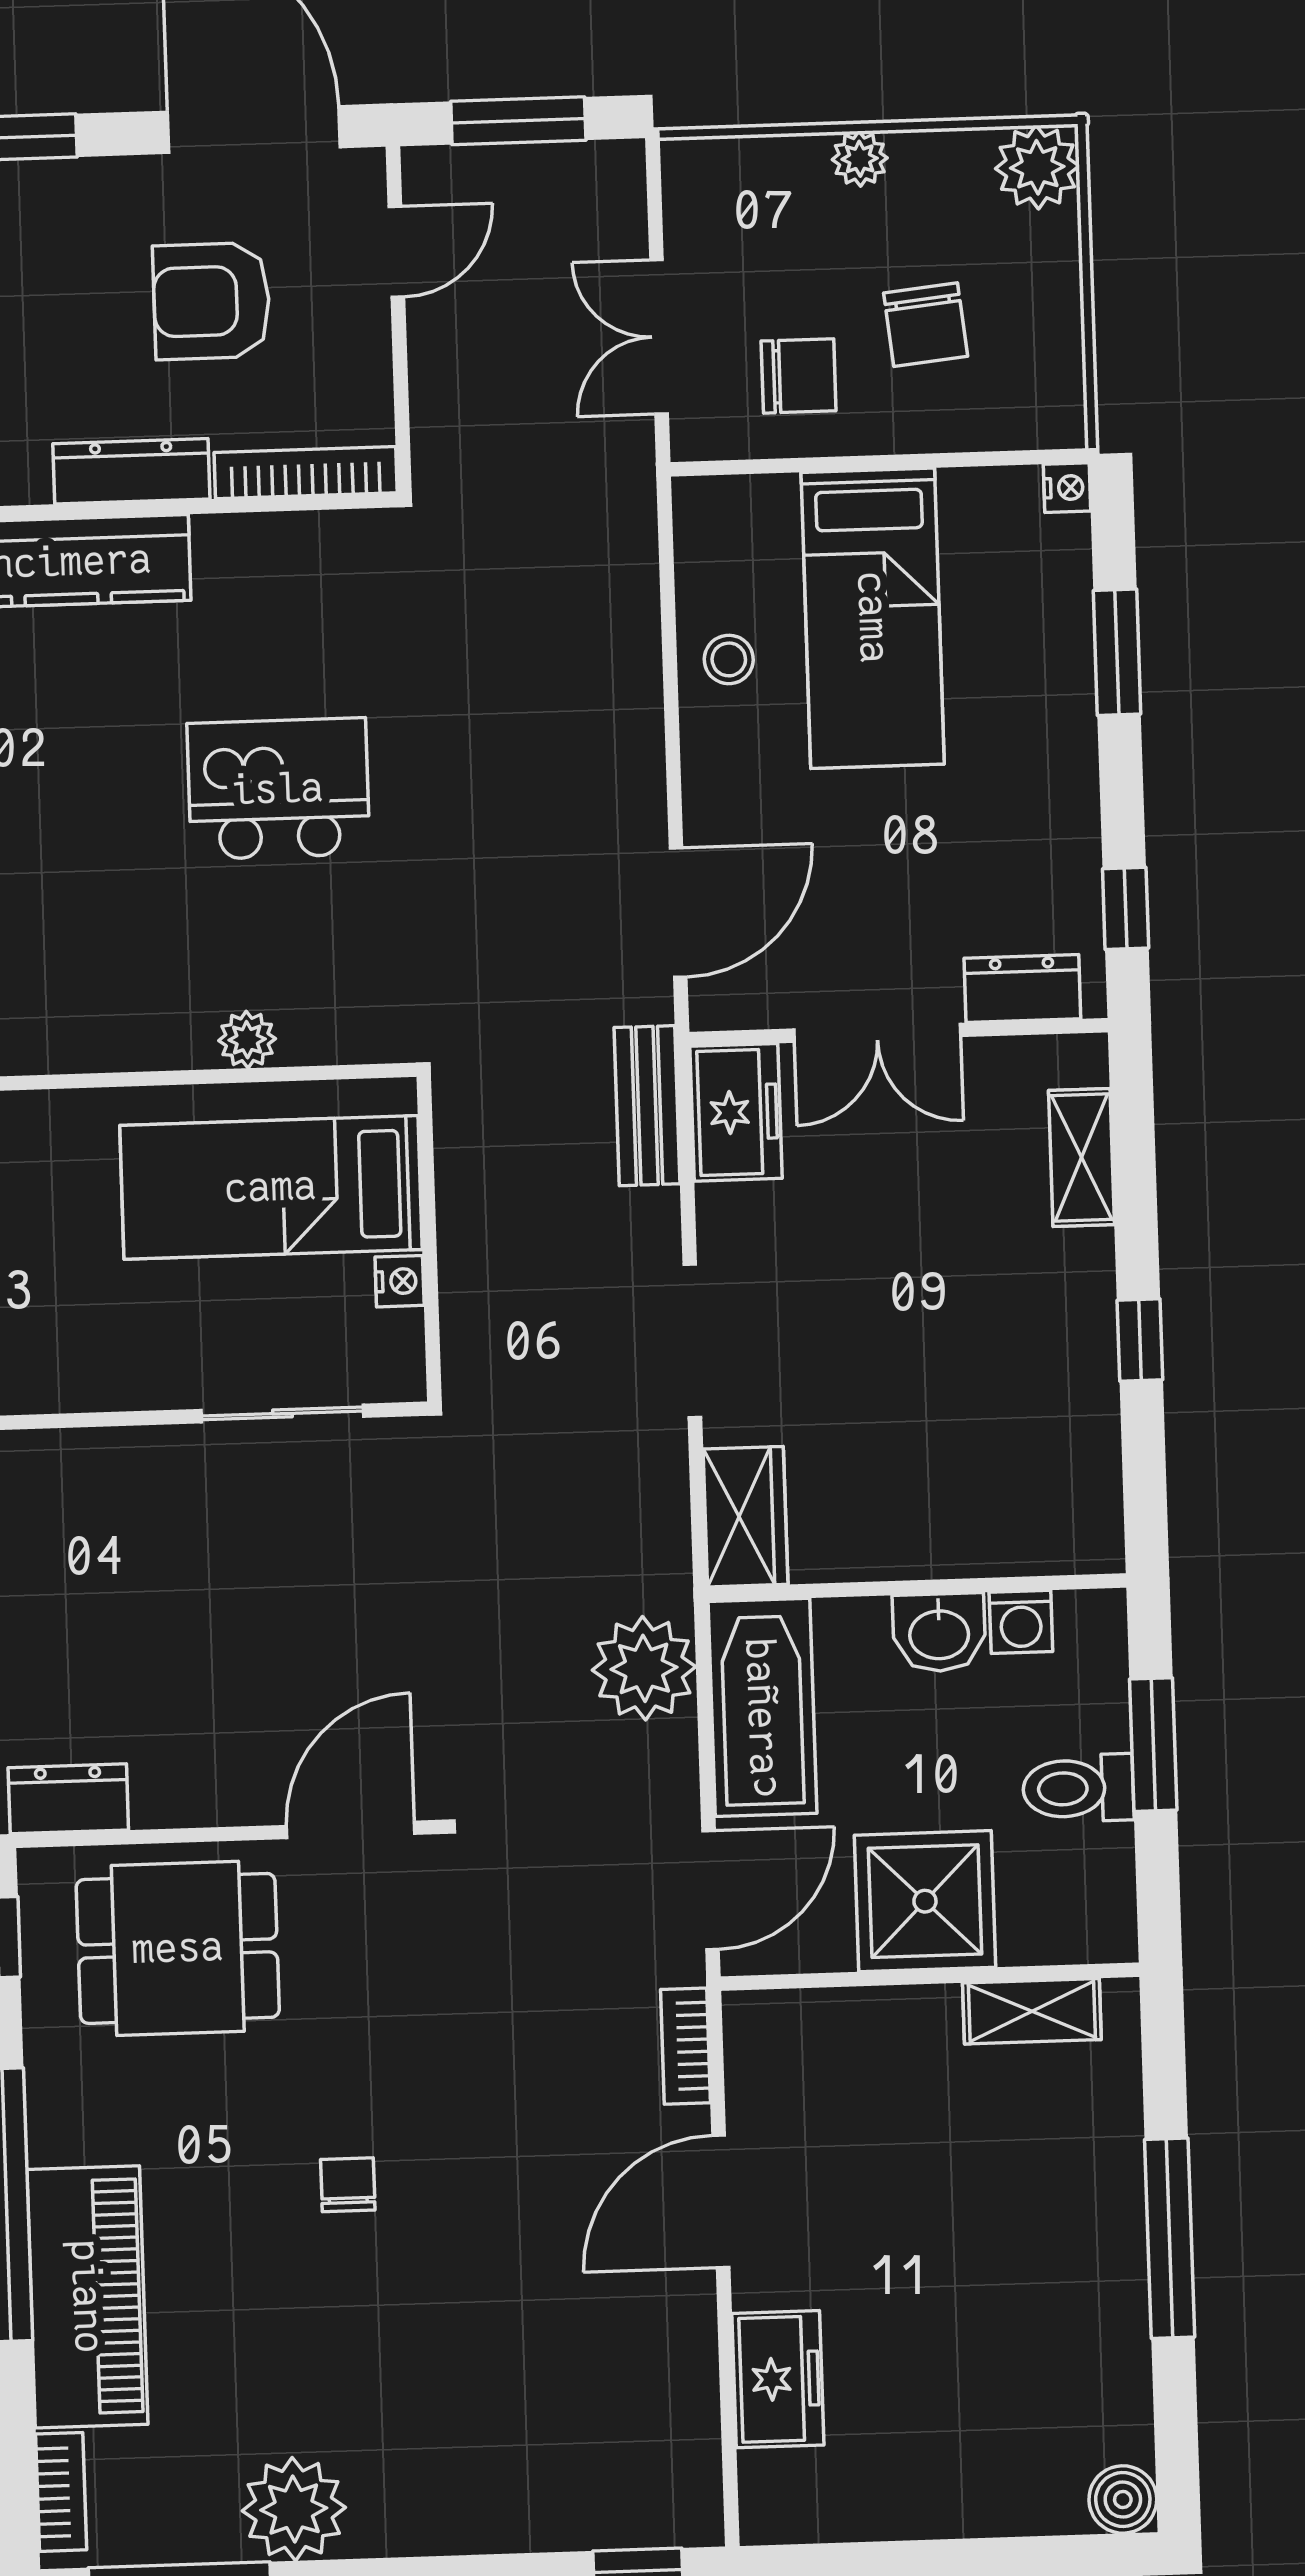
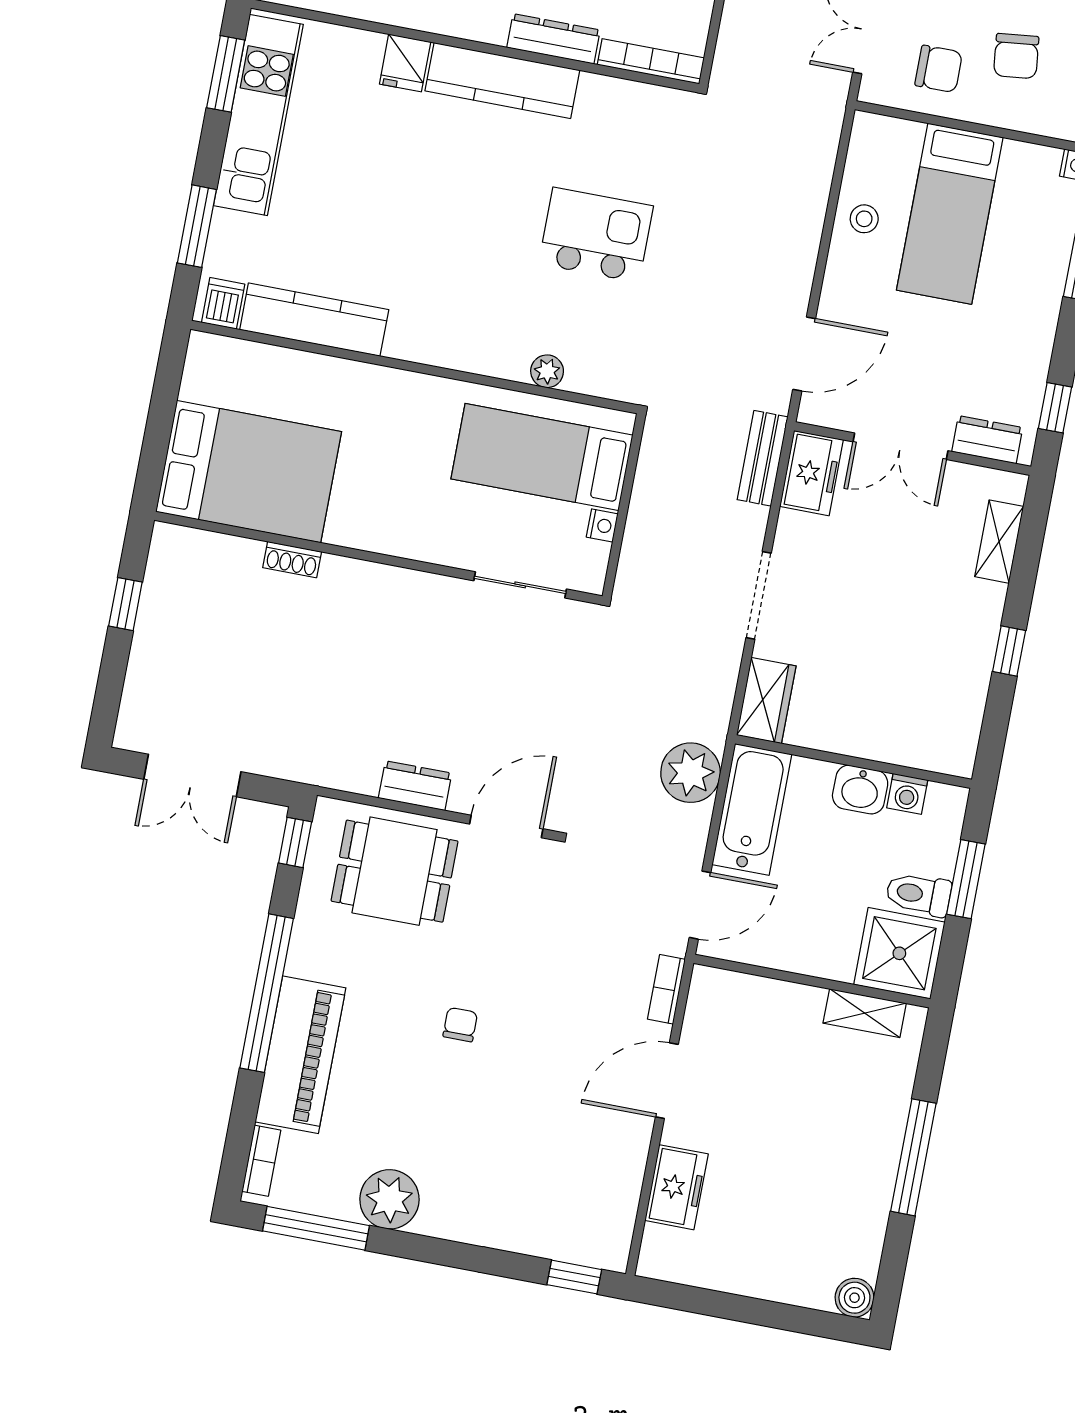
dresser: (68, 1799) -> (415, 786), moved
shower: (925, 1901) -> (899, 953), moved

